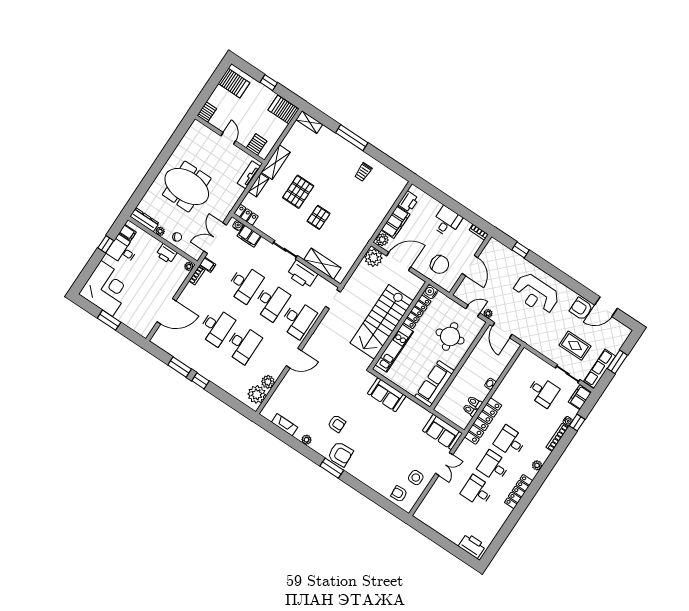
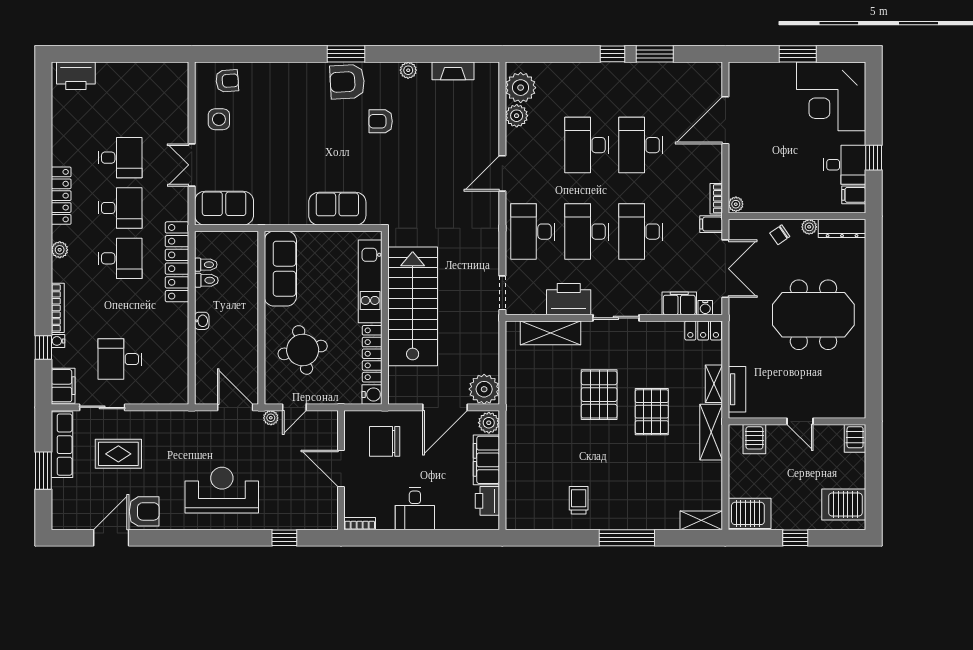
pallet: (319, 217) -> (599, 395), width x1.50, depth x1.42
printer: (166, 254) -> (779, 201), removed

